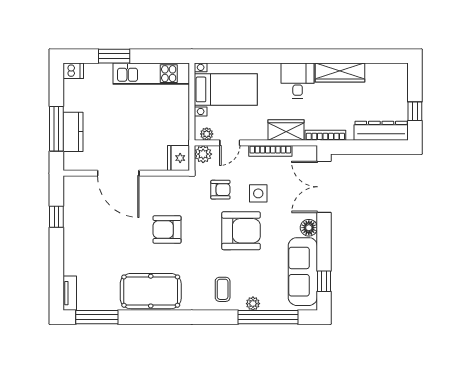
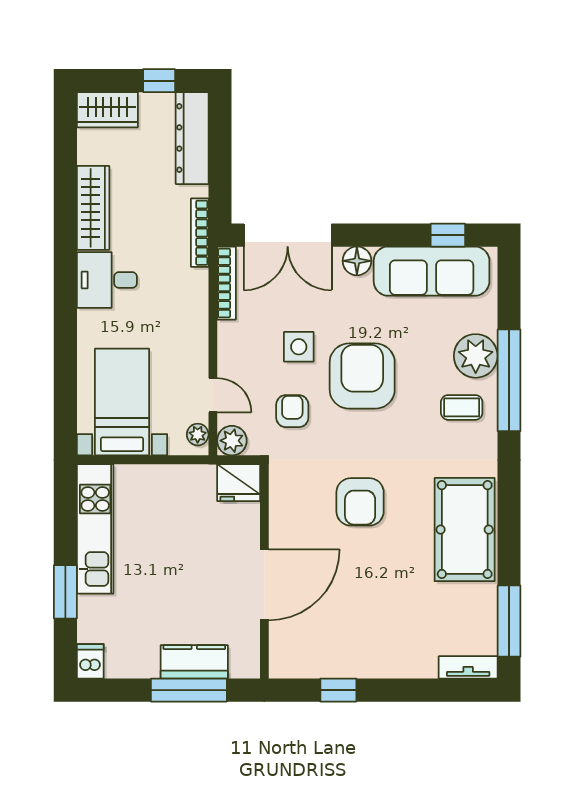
wardrobe: (286, 130) -> (107, 110), moved, turned -90
bookcase: (270, 151) -> (226, 283), moved
plant: (253, 304) -> (476, 356), width x1.88, depth x1.88
window: (268, 317) -> (509, 380), moved

